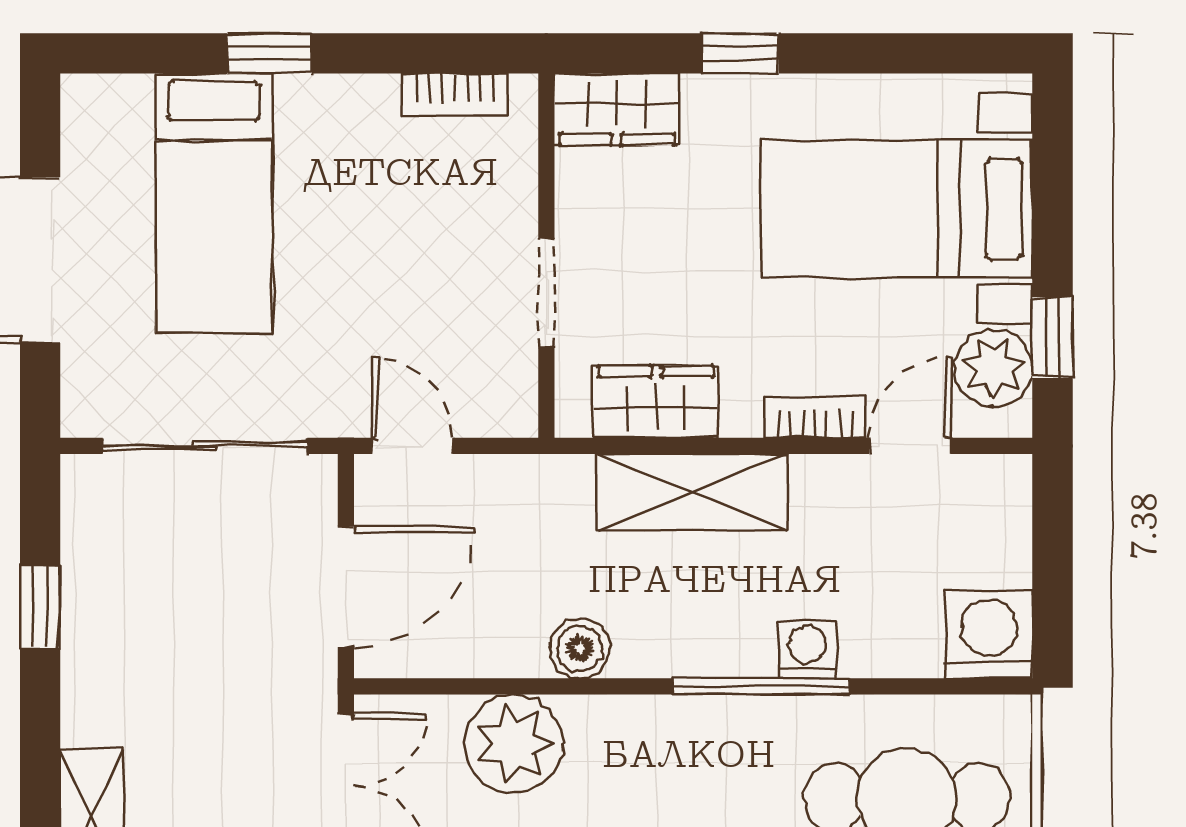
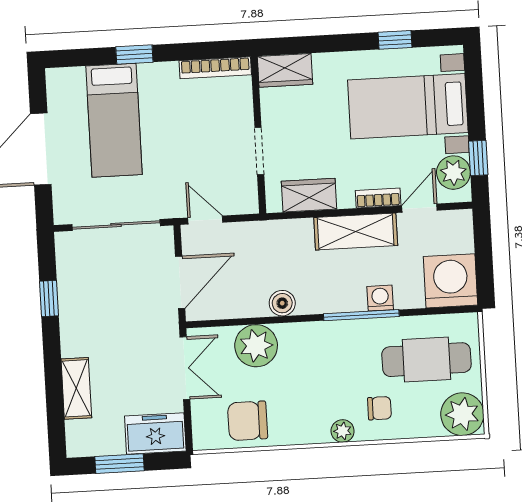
window: (740, 53) -> (395, 40), moved
bookcase: (455, 95) -> (215, 68), width x1.56
shelving: (692, 492) -> (356, 232), moved
washing machine: (989, 635) -> (451, 281), width x1.37, depth x1.37

